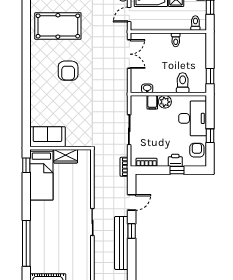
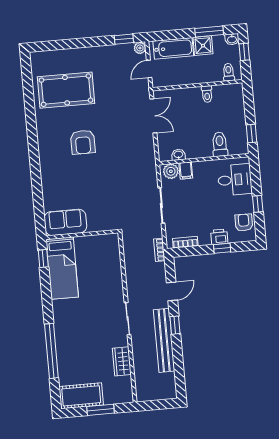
plant: (165, 102) -> (171, 171), moved
desk: (193, 118) -> (235, 180), width x0.73
wardrobe: (66, 156) -> (122, 361), moved, turned 90

